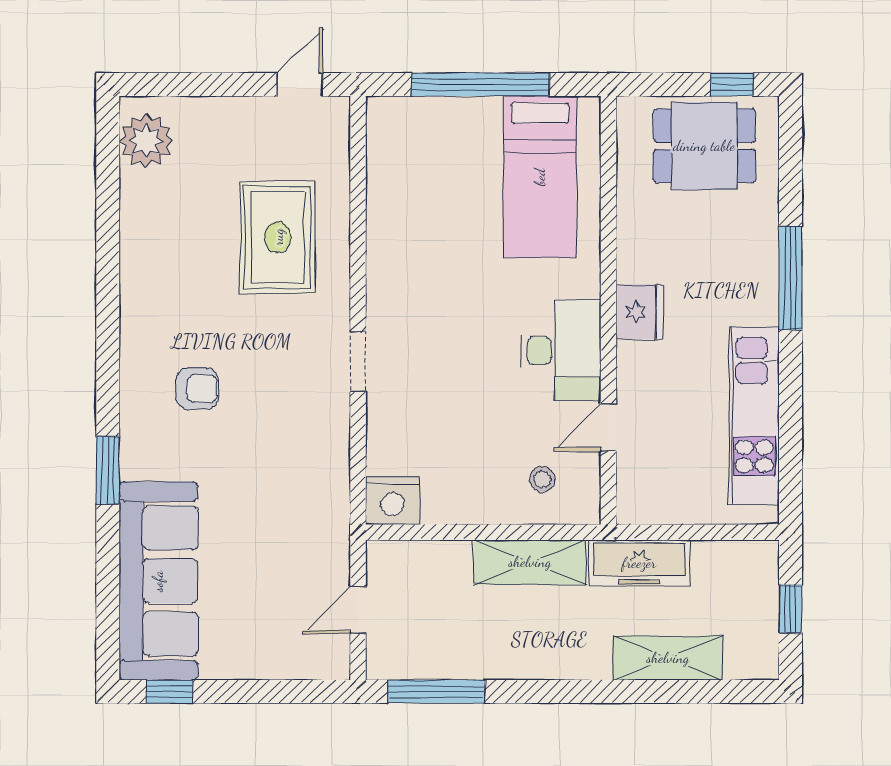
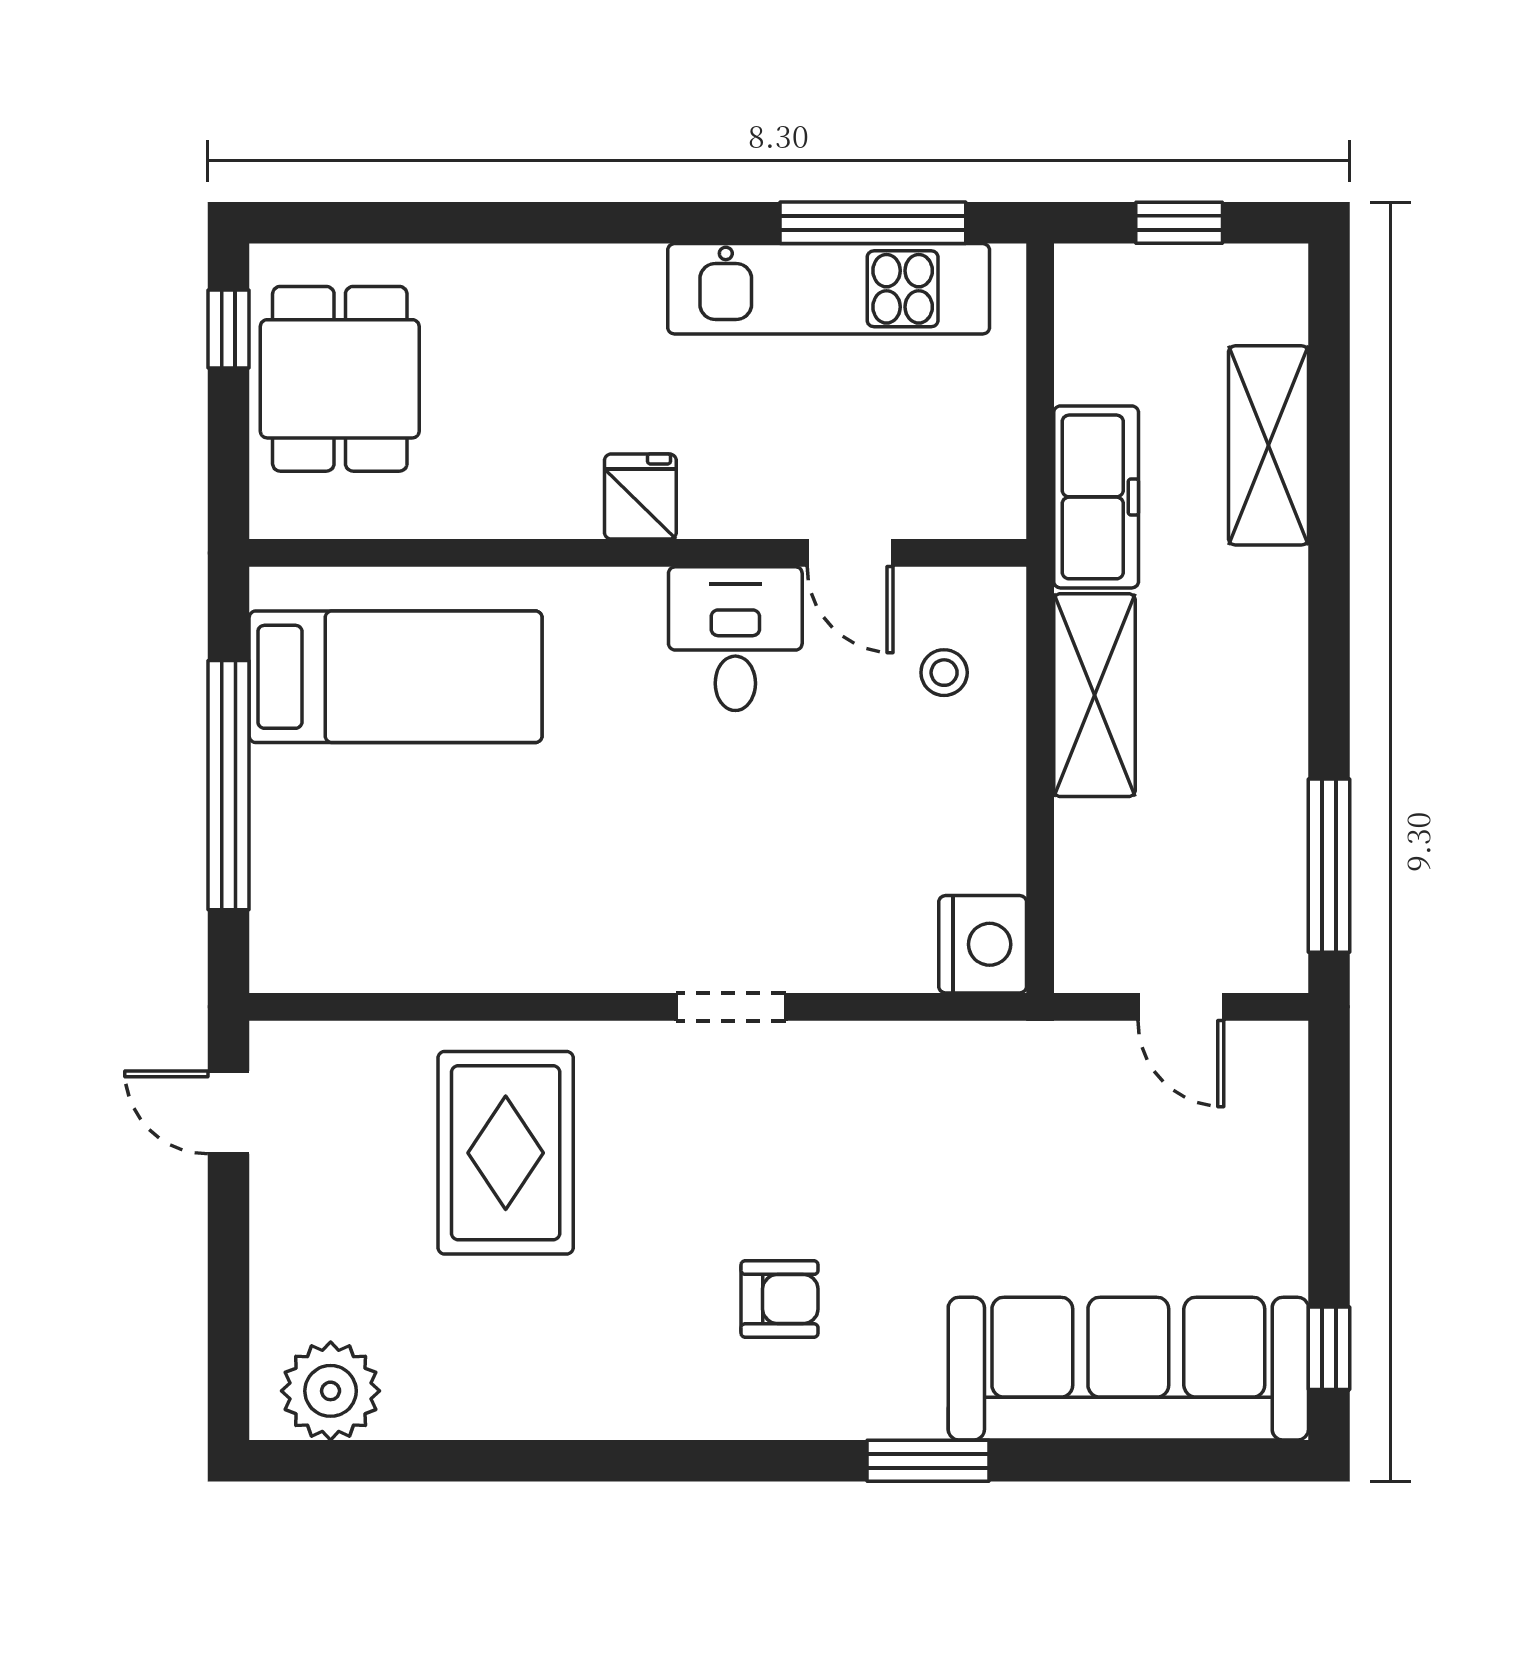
rug: (278, 237) -> (506, 1153), turned 90
window: (791, 278) -> (873, 223), moved
fridge: (640, 312) -> (640, 496), width x0.72
desk: (561, 350) -> (735, 639), width x0.73
armchair: (197, 388) -> (780, 1299), turned 90

